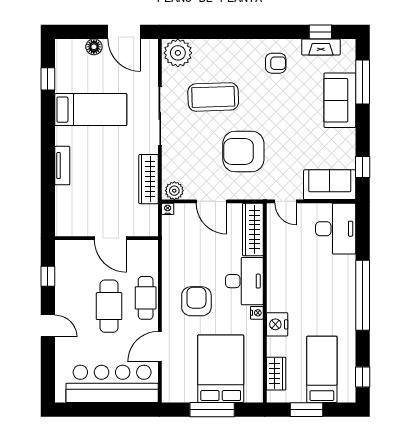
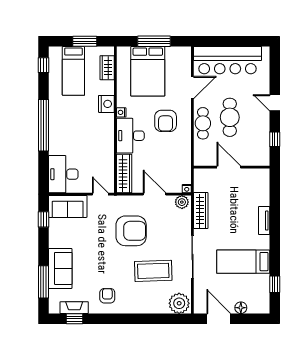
armchair: (276, 63) -> (107, 296), turned 90

